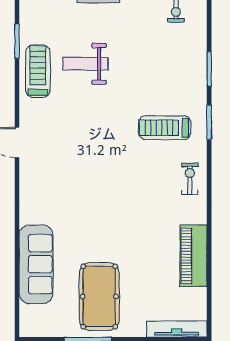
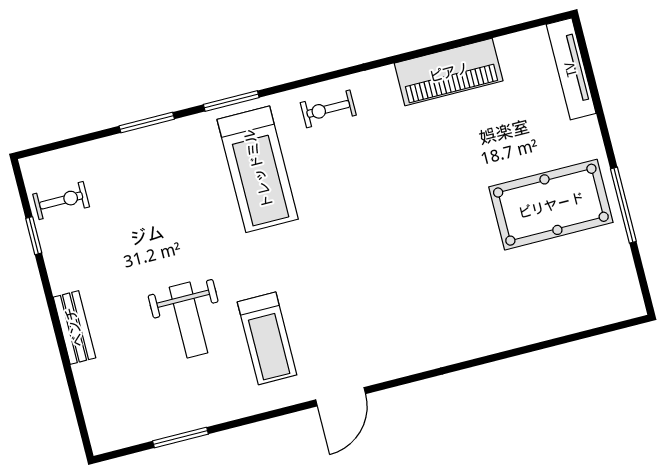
treadmill: (38, 71) -> (267, 338), moved, turned -90
treadmill: (165, 128) -> (258, 169), width x1.37, depth x1.38
sofa: (36, 264) -> (525, 318), removed

